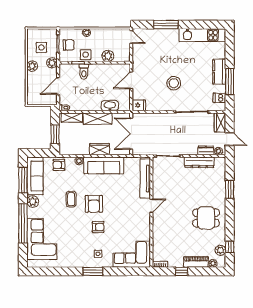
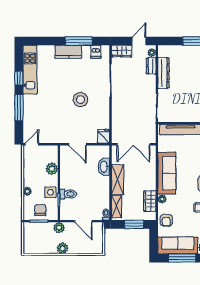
window: (194, 25) -> (19, 78), added
side table: (41, 47) -> (43, 239), removed
wardrobe: (99, 149) -> (150, 201), moved

